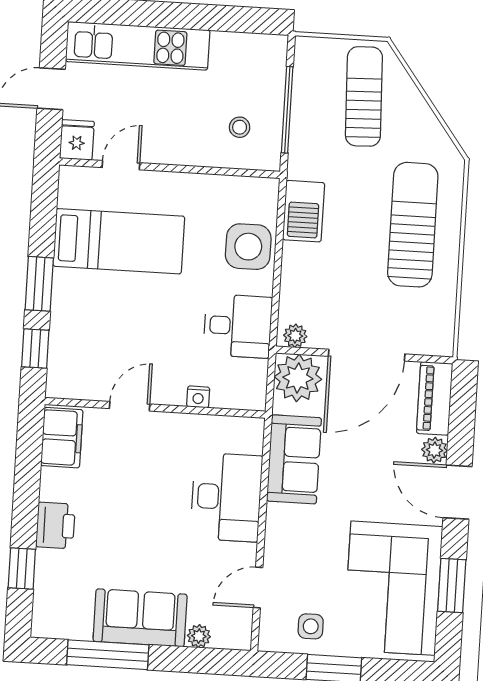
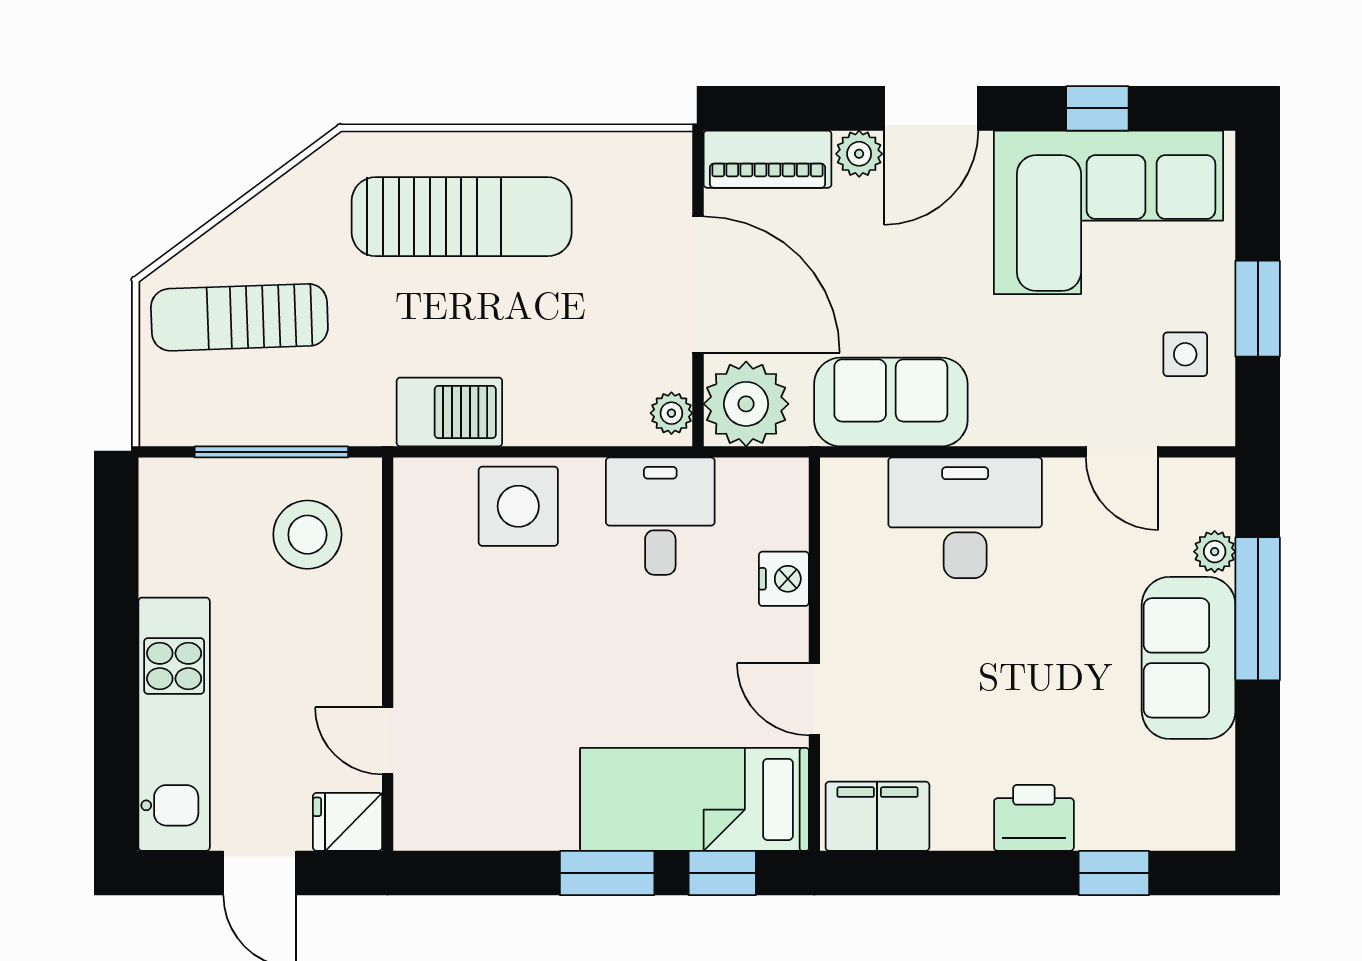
stool: (240, 127) -> (307, 535), width x1.89, depth x1.89
sun lounger: (413, 225) -> (462, 217), turned 180
bed: (119, 241) -> (694, 799), moved, turned -90
nightstand: (198, 397) -> (784, 579), width x1.39, depth x1.35
window: (452, 585) -> (1097, 108), width x0.67
window: (108, 655) -> (1258, 609), moved

